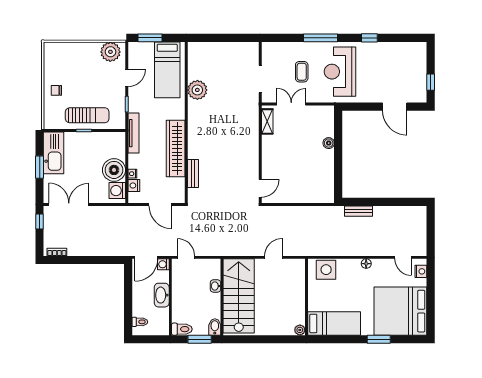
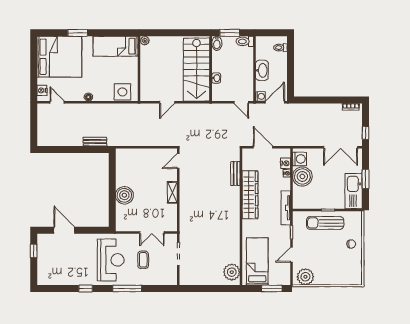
plant: (197, 90) -> (232, 272), moved
shelving: (267, 121) -> (172, 192), moved
boiler: (329, 143) -> (124, 195), width x1.86, depth x1.86

